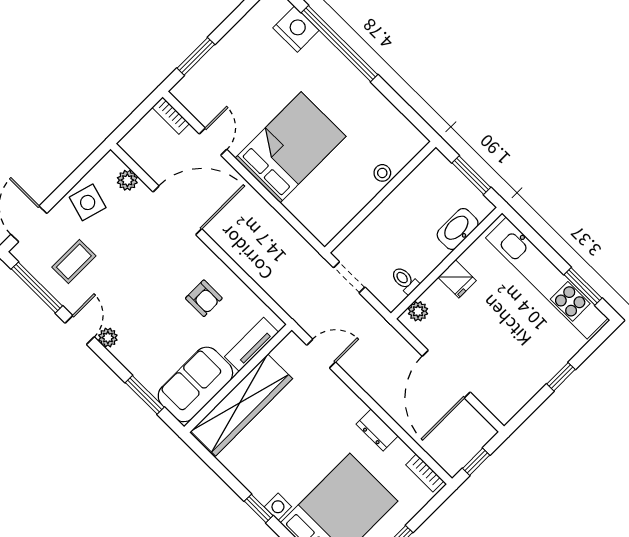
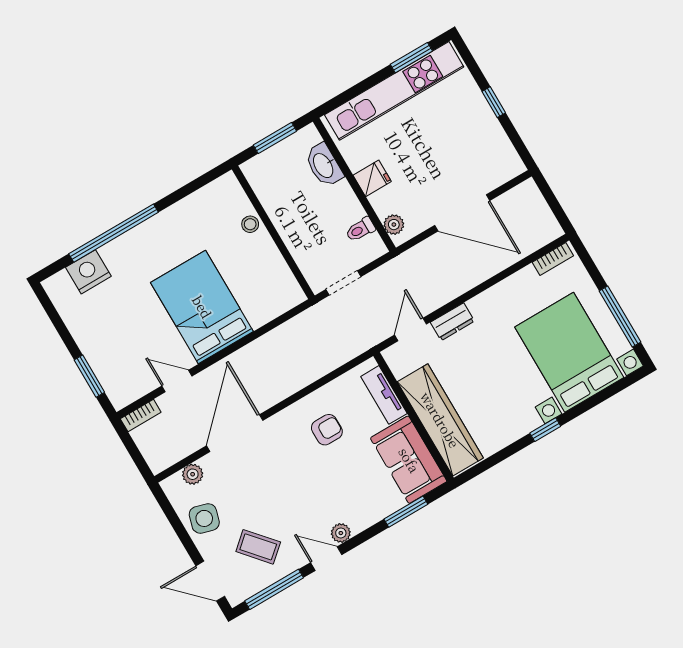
coffee table: (74, 262) -> (258, 547), turned -41
dresser: (377, 430) -> (452, 322), moved
window: (476, 462) -> (555, 206), removed

